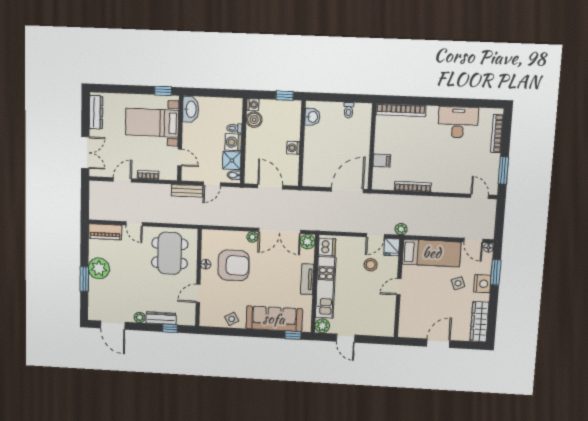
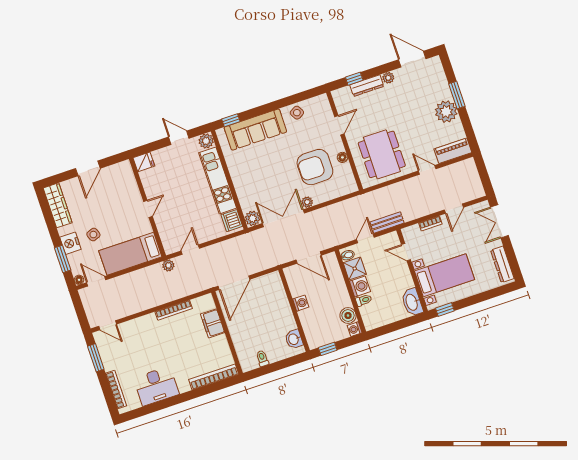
filing cabinet: (382, 161) -> (213, 323), width x2.00
fridge: (392, 247) -> (144, 162), moved, turned 90
stool: (371, 265) -> (183, 220), removed
tv unit: (307, 279) -> (239, 181), removed

